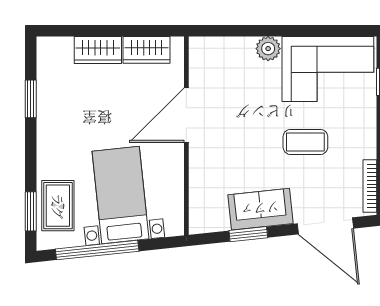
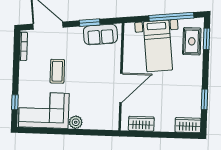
wardrobe: (98, 50) -> (188, 125), moved
coffee table: (305, 142) -> (57, 71), turned 90
sofa: (260, 209) -> (100, 35), moved

